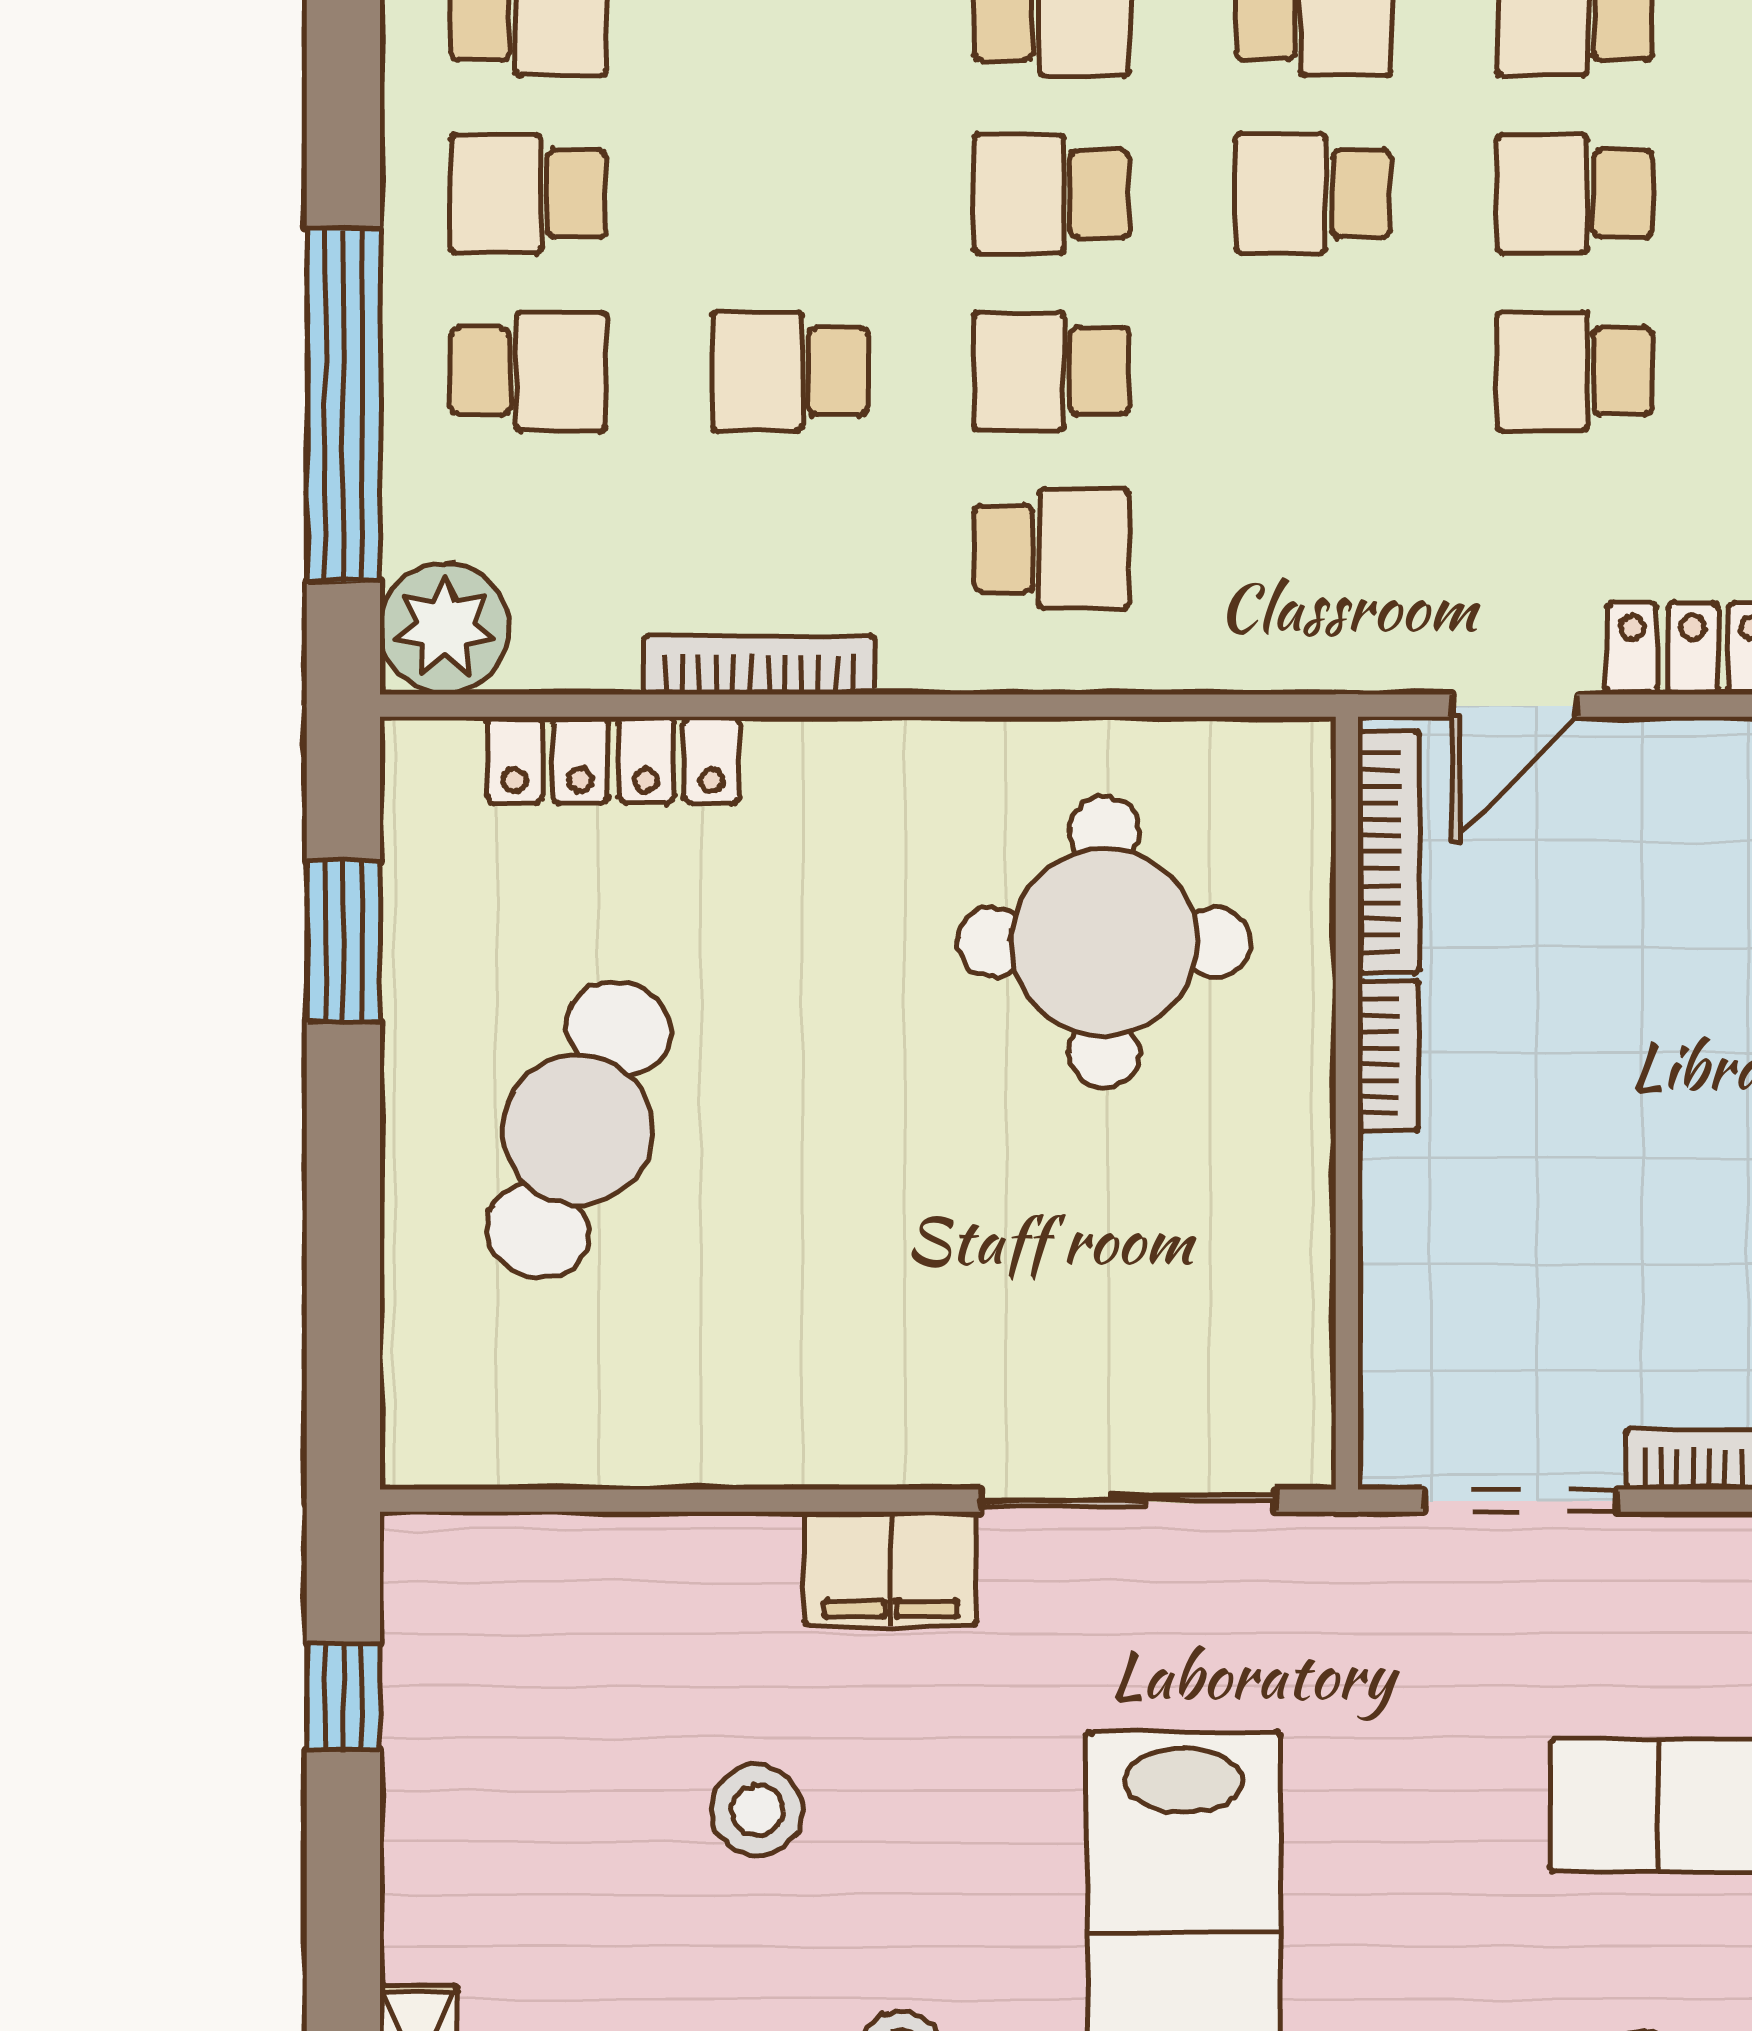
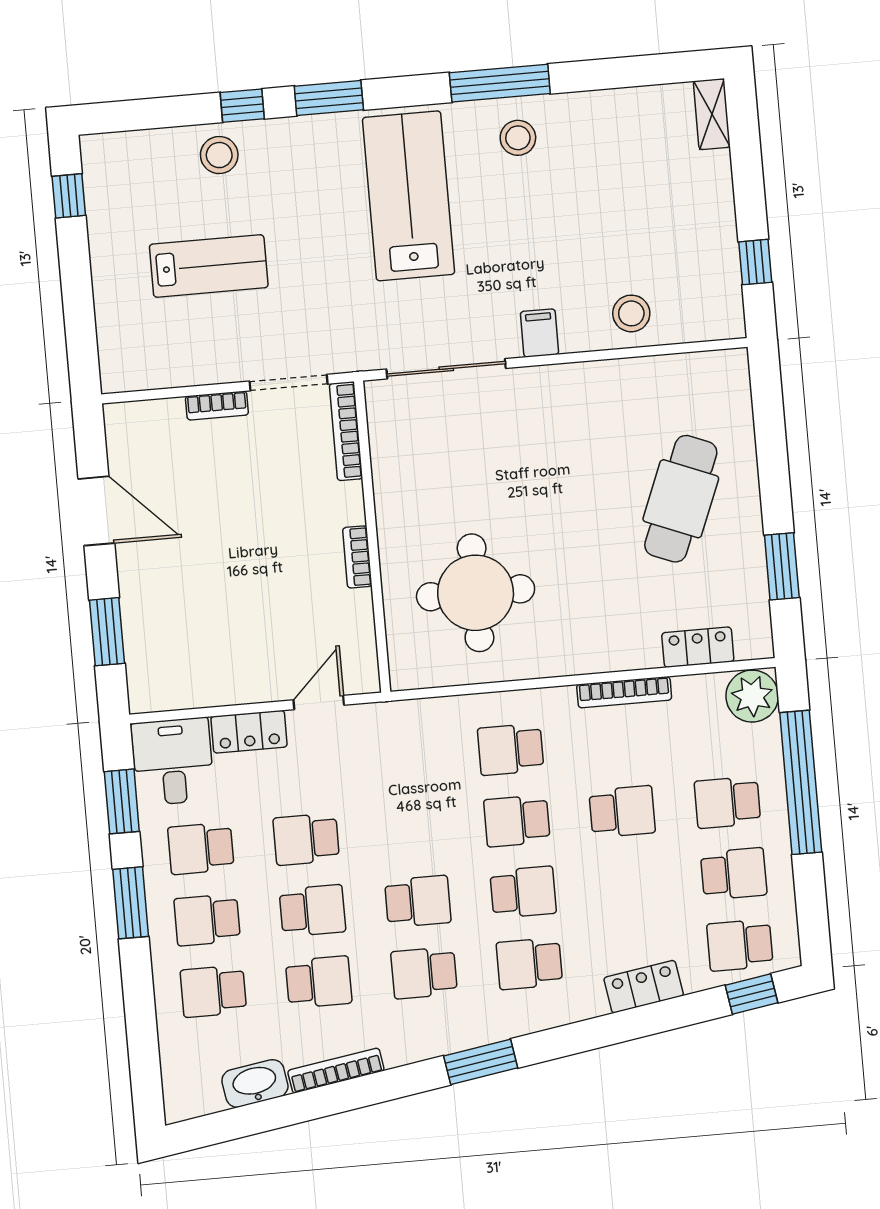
school desk: (1052, 371) -> (517, 821), turned 180
school desk: (1575, 371) -> (306, 839), turned 180
locker: (613, 760) -> (698, 647), width x0.66
bookcase: (1389, 852) -> (346, 431), moved
filing cabinet: (891, 1569) -> (539, 333), width x0.50
stool: (757, 1810) -> (631, 313), moved

